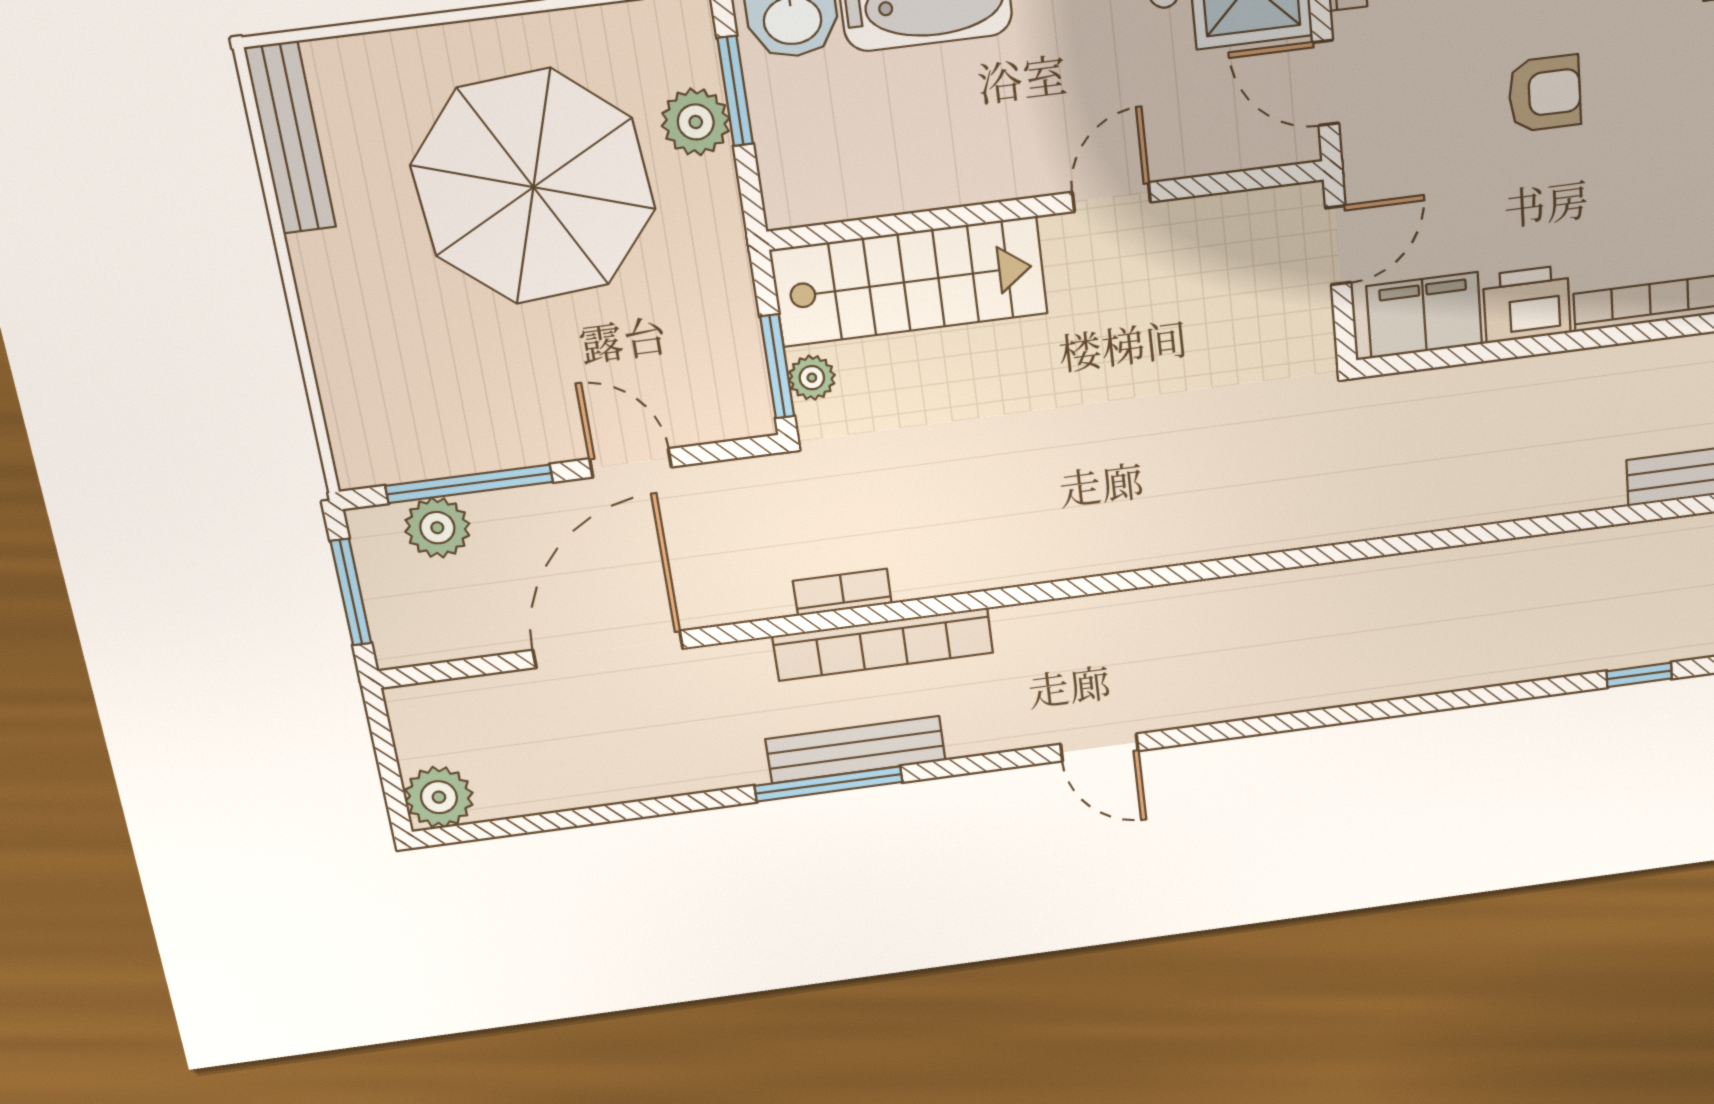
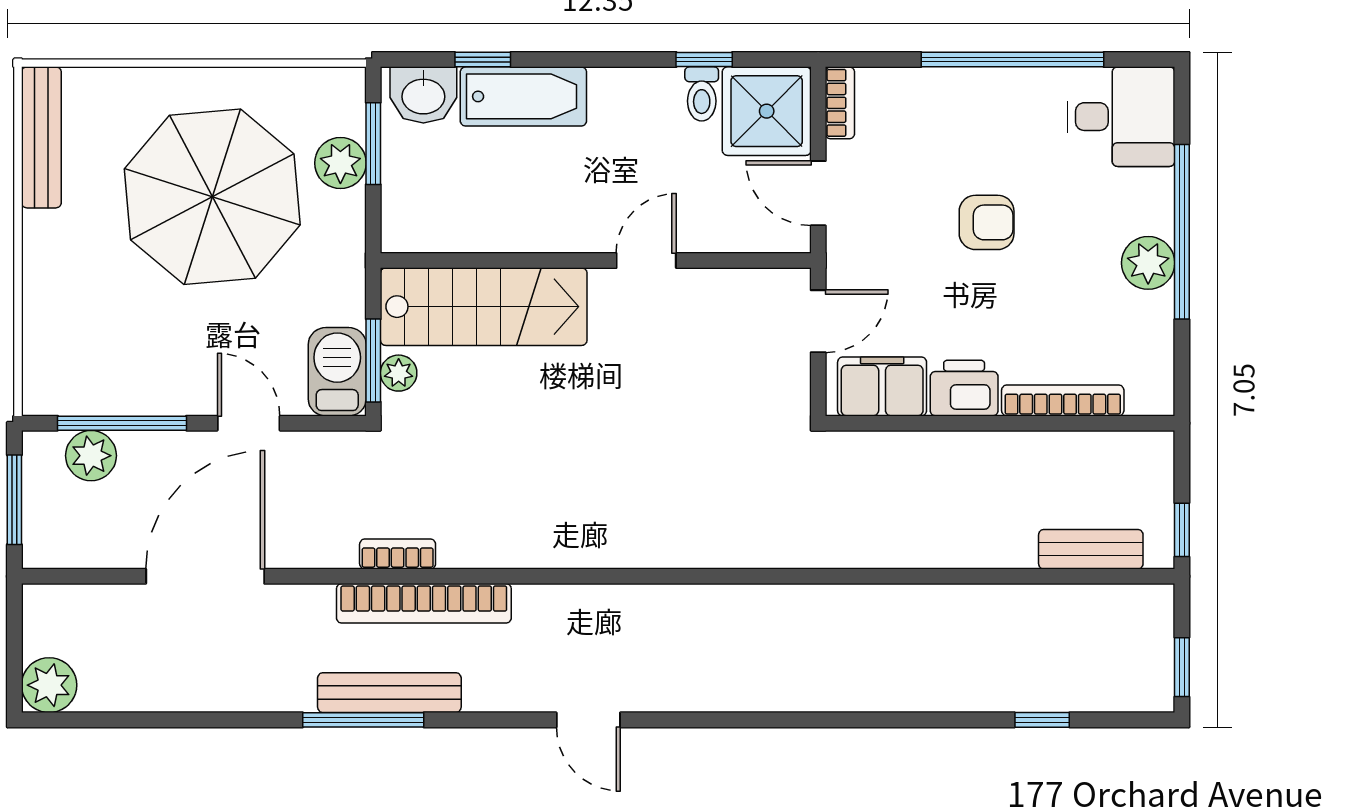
barbecue: (733, 386) -> (337, 372), added

